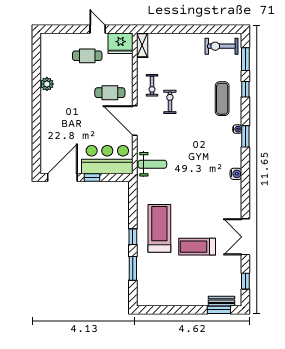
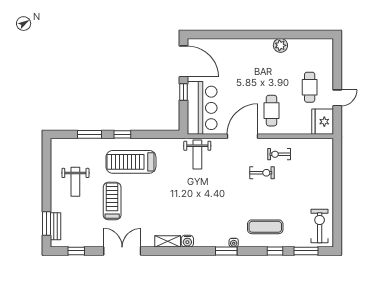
shelving: (142, 45) -> (168, 241), moved
treadmill: (159, 228) -> (131, 162), turned 180
weight bench: (179, 282) -> (75, 182), added

